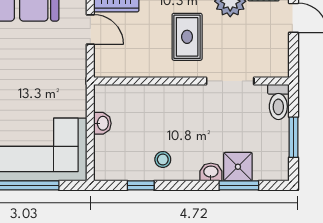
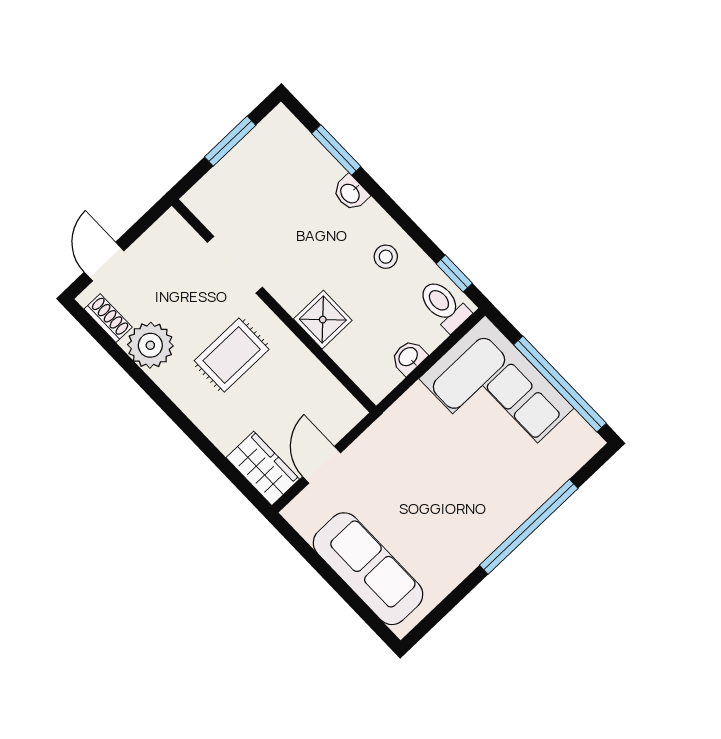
toilet: (278, 102) -> (444, 306), moved, turned -90
shower: (238, 167) -> (323, 320), moved
window: (141, 185) -> (454, 273), moved

